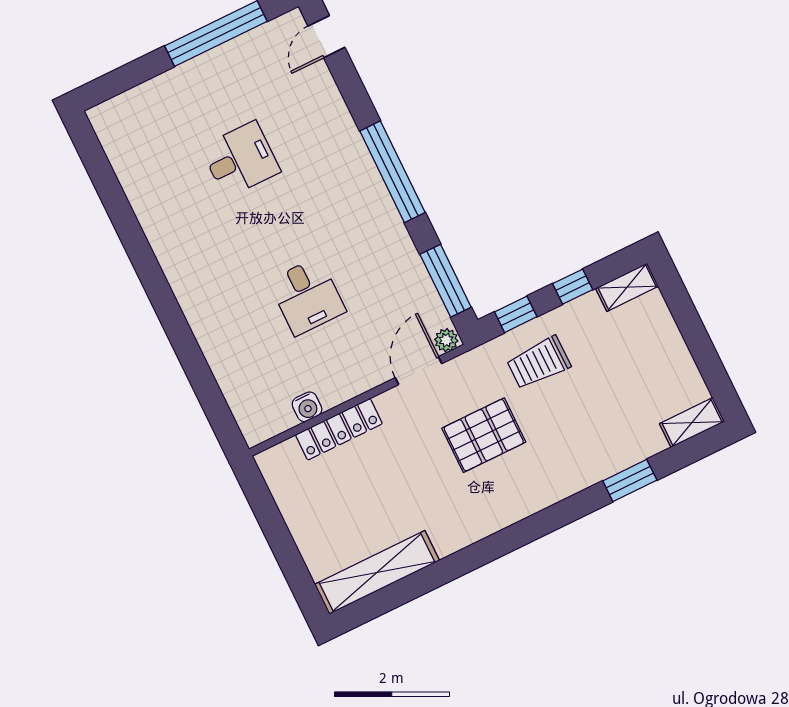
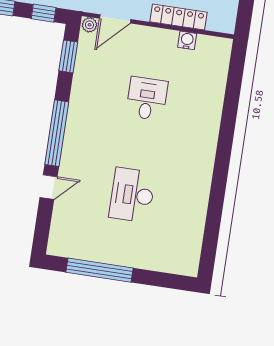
door: (327, 37) -> (48, 187), moved
desk: (240, 159) -> (132, 195), width x1.37
window: (446, 281) -> (68, 56), width x0.69

